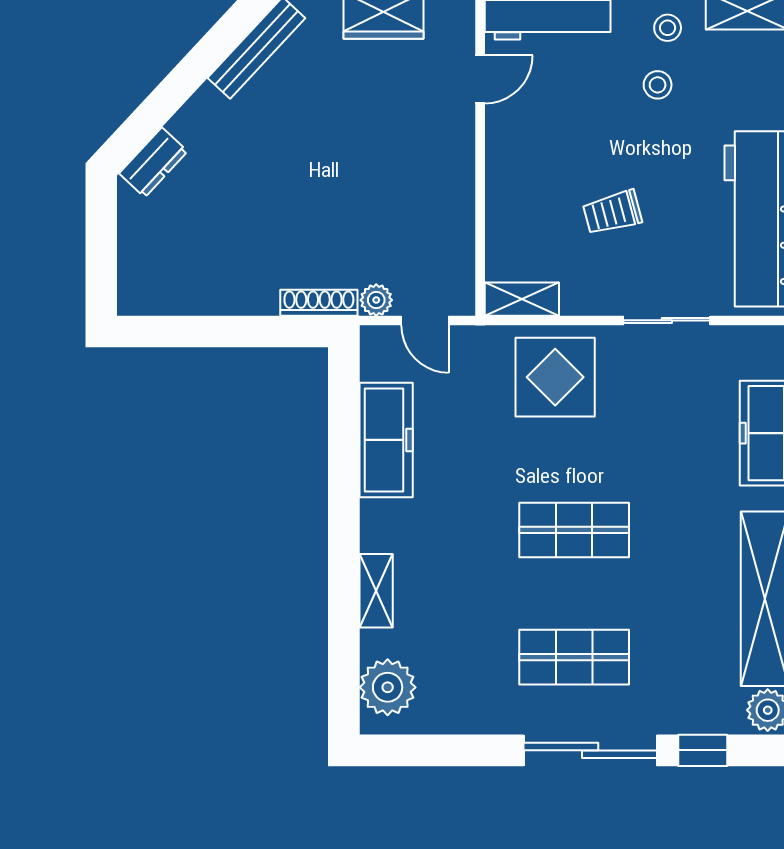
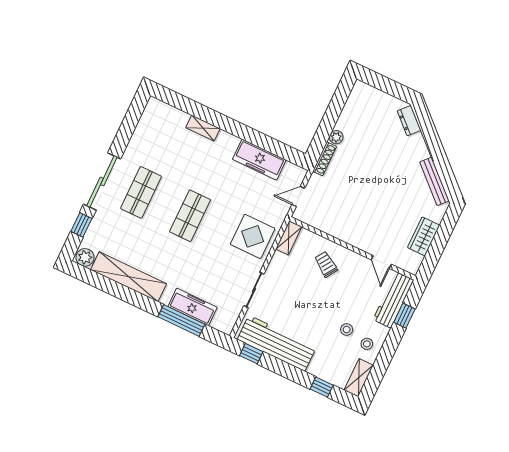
trolley: (612, 212) -> (326, 264), moved, turned -41
plant: (376, 300) -> (336, 137), moved
plant: (388, 687) -> (164, 115), removed

